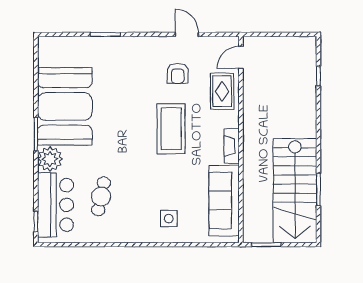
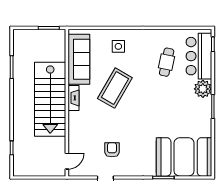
rug: (222, 91) -> (80, 137), removed
booth: (65, 106) -> (184, 157), moved, turned 90
coffee table: (171, 129) -> (115, 88), moved, turned 30
stairs: (295, 191) -> (50, 99), moved, turned 180

